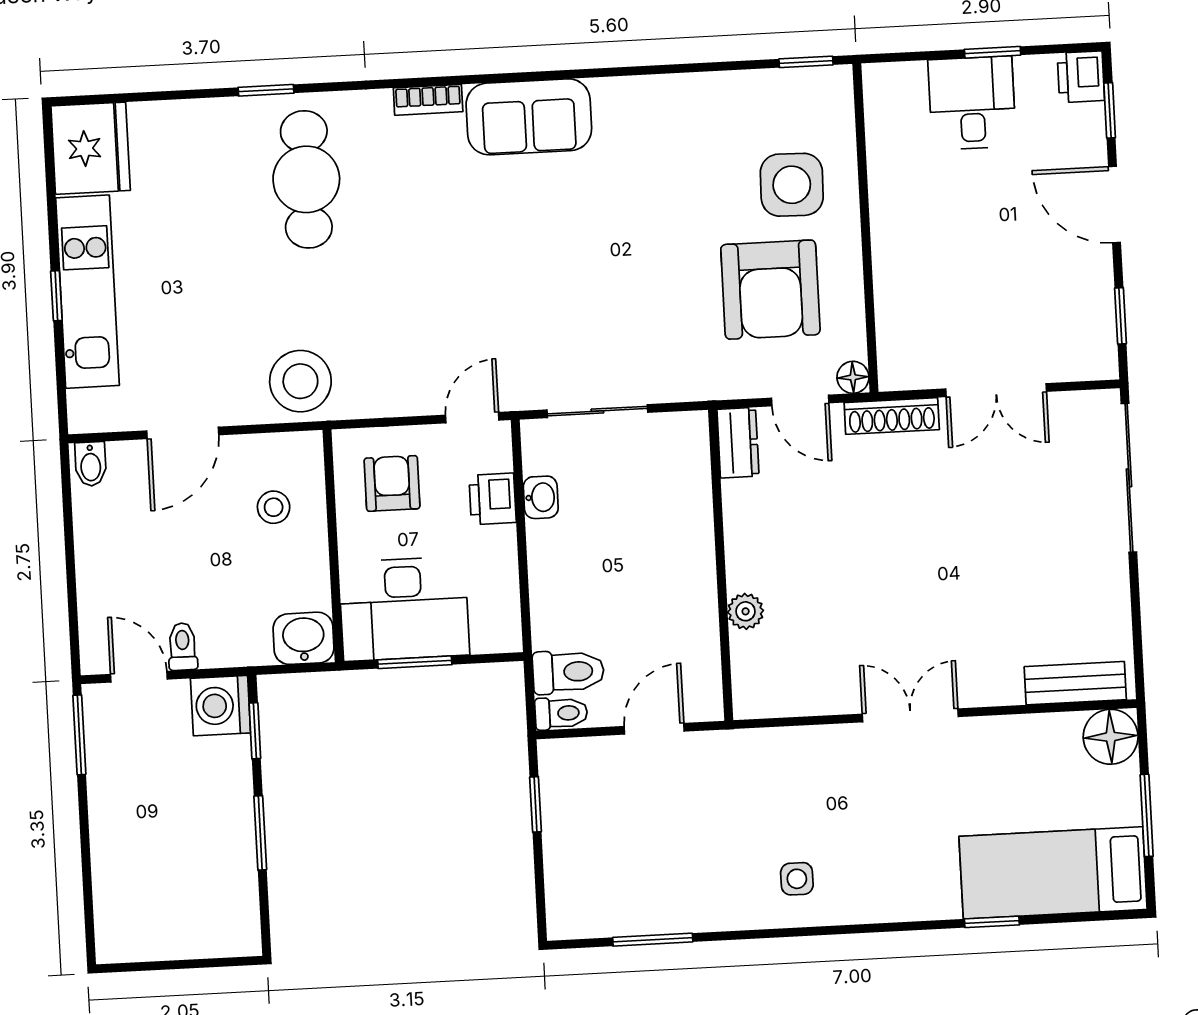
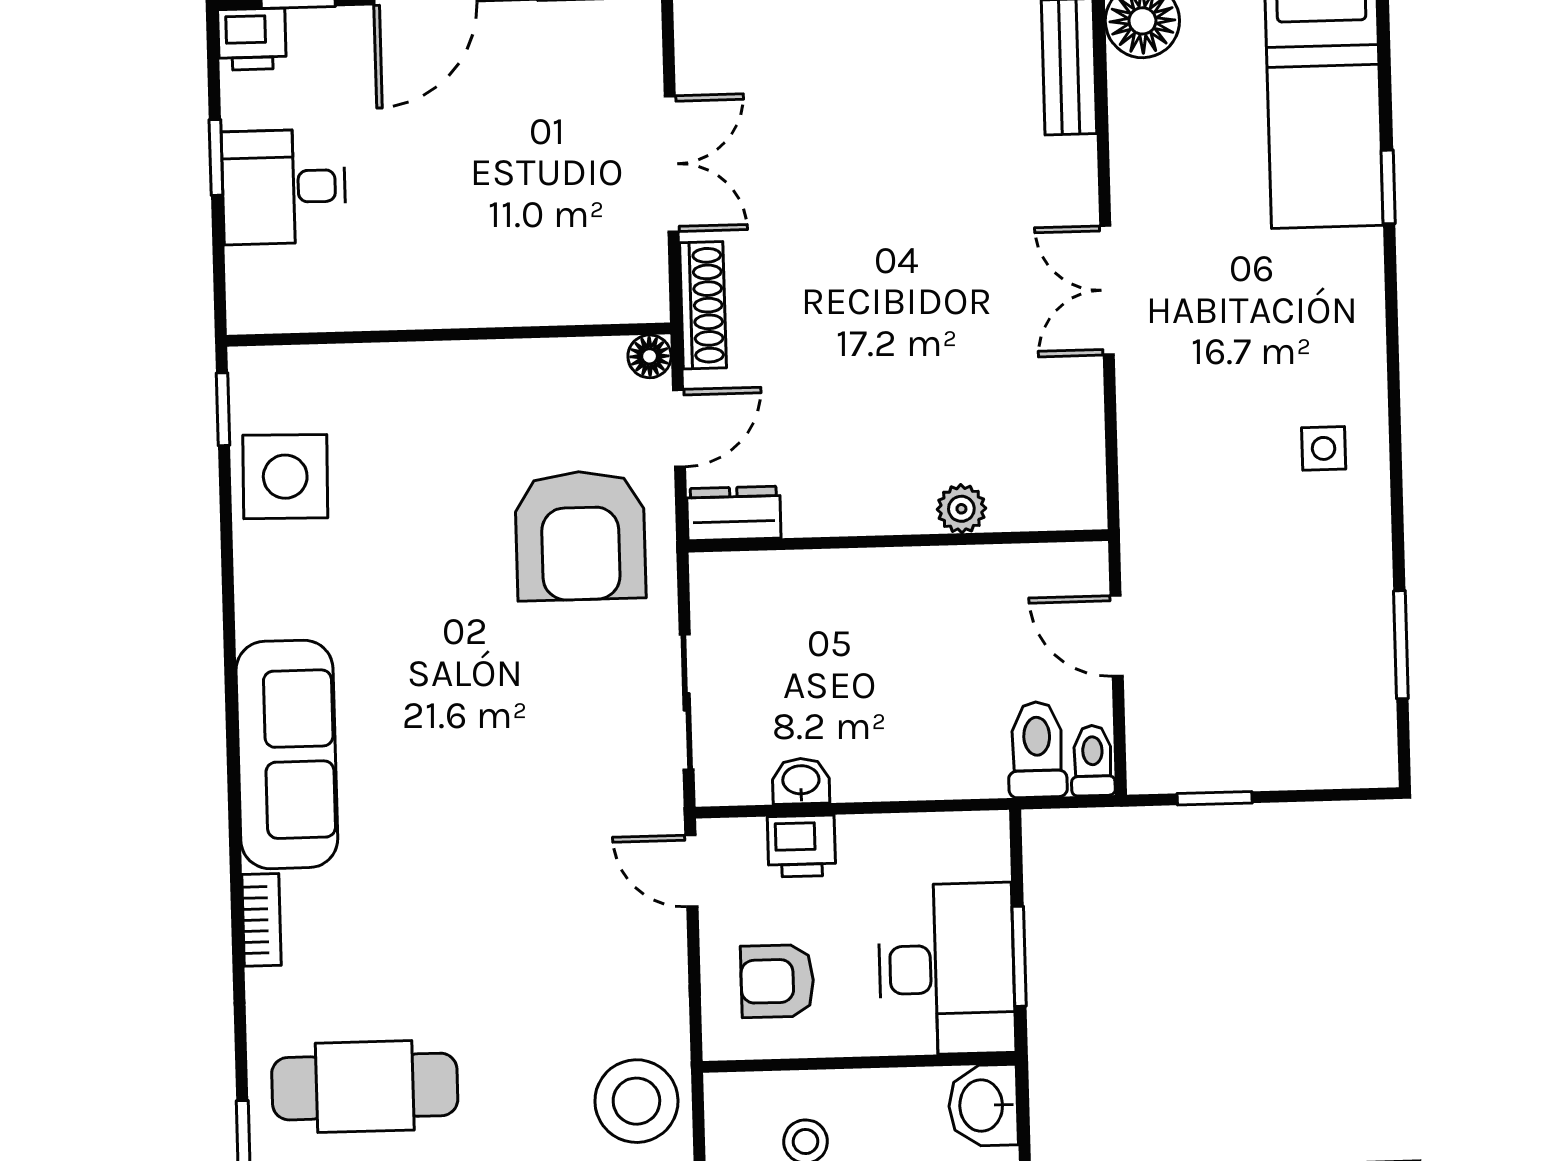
sofa: (529, 117) -> (287, 754), width x1.36
side table: (792, 185) -> (285, 477), moved
armchair: (770, 290) -> (580, 536), moved, turned 90

